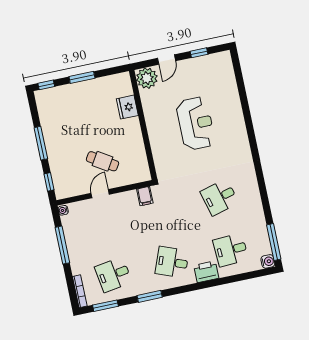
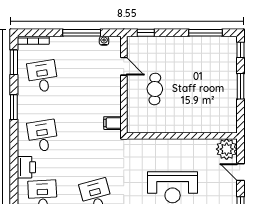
fridge: (127, 107) -> (202, 124), removed
window: (41, 143) -> (205, 33), moved
cafe table: (102, 161) -> (155, 89), turned -30
door: (100, 194) -> (124, 66), moved
water cooler: (63, 210) -> (104, 41), moved
desk: (172, 262) -> (43, 136), turned -30

